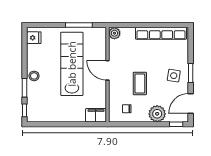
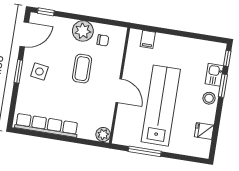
fridge: (34, 38) -> (204, 131), moved
lab bench: (72, 64) -> (161, 106), turned 180
kitchen sink: (33, 95) -> (214, 75), added
plant: (157, 114) -> (83, 31), moved
filing cabinet: (96, 115) -> (148, 39), width x0.50

